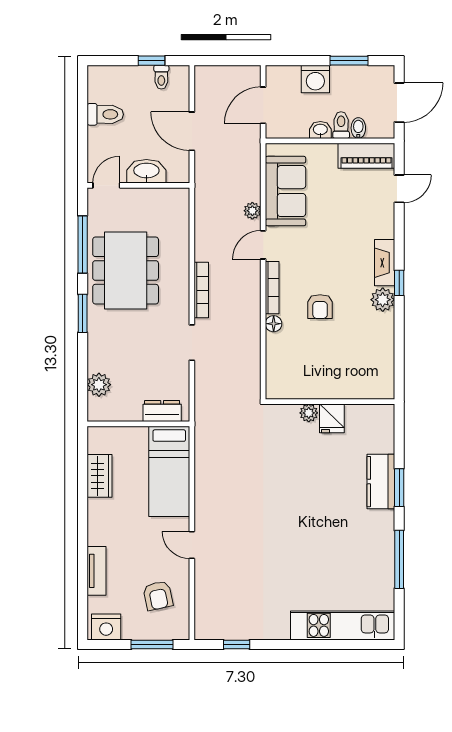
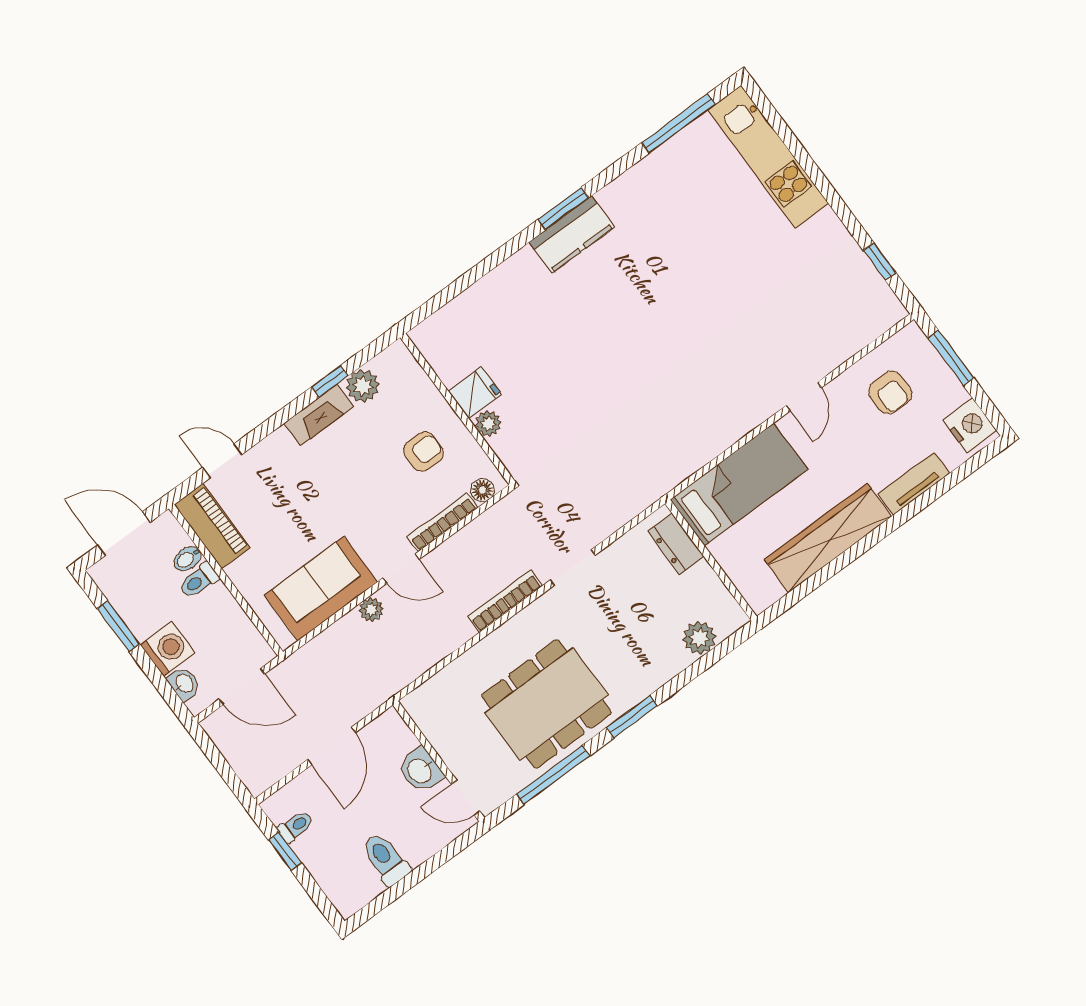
washbasin: (320, 130) -> (184, 684), moved, turned 180
washbasin: (146, 171) -> (420, 770), width x0.72
wall: (330, 402) -> (457, 409), moved
plant: (309, 413) -> (488, 424), moved
fridge: (332, 418) -> (475, 393), moved
wardrobe: (99, 476) -> (828, 538), width x2.10, depth x1.17
window: (399, 559) -> (679, 123), moved
armchair: (158, 596) -> (890, 393), turned 102

